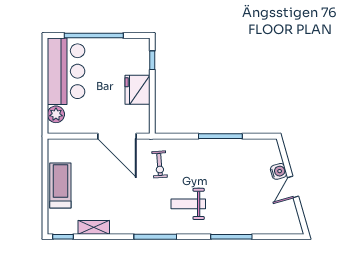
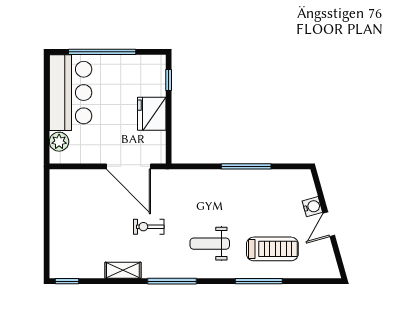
exercise bike: (160, 164) -> (149, 227), moved, turned 94
treadmill: (60, 186) -> (272, 249), moved, turned 90
shelving: (94, 227) -> (123, 270), moved

